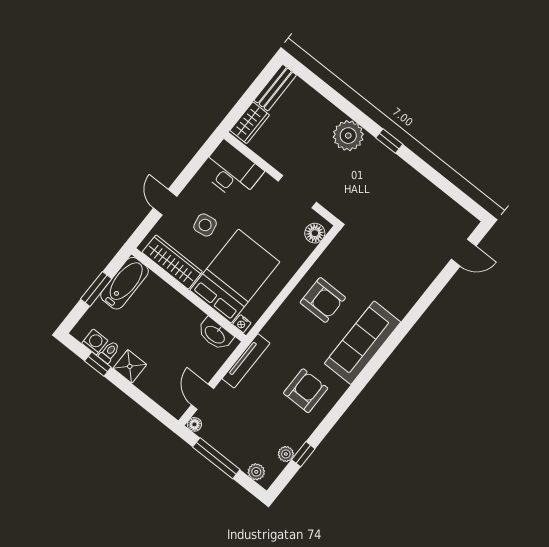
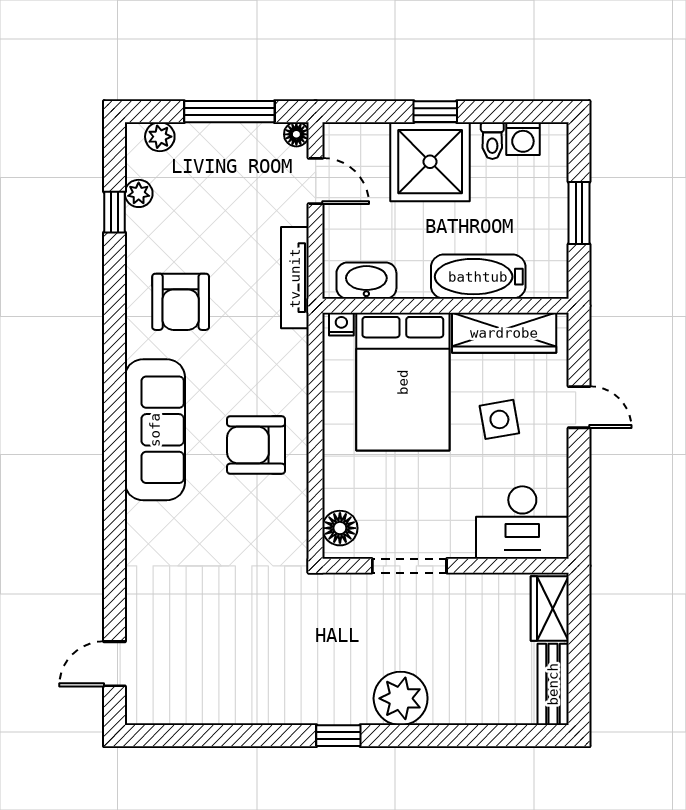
bathtub: (125, 283) -> (478, 277), moved, turned 90
window: (98, 364) -> (435, 112), moved
shower: (130, 366) -> (430, 162), width x1.86, depth x1.86

